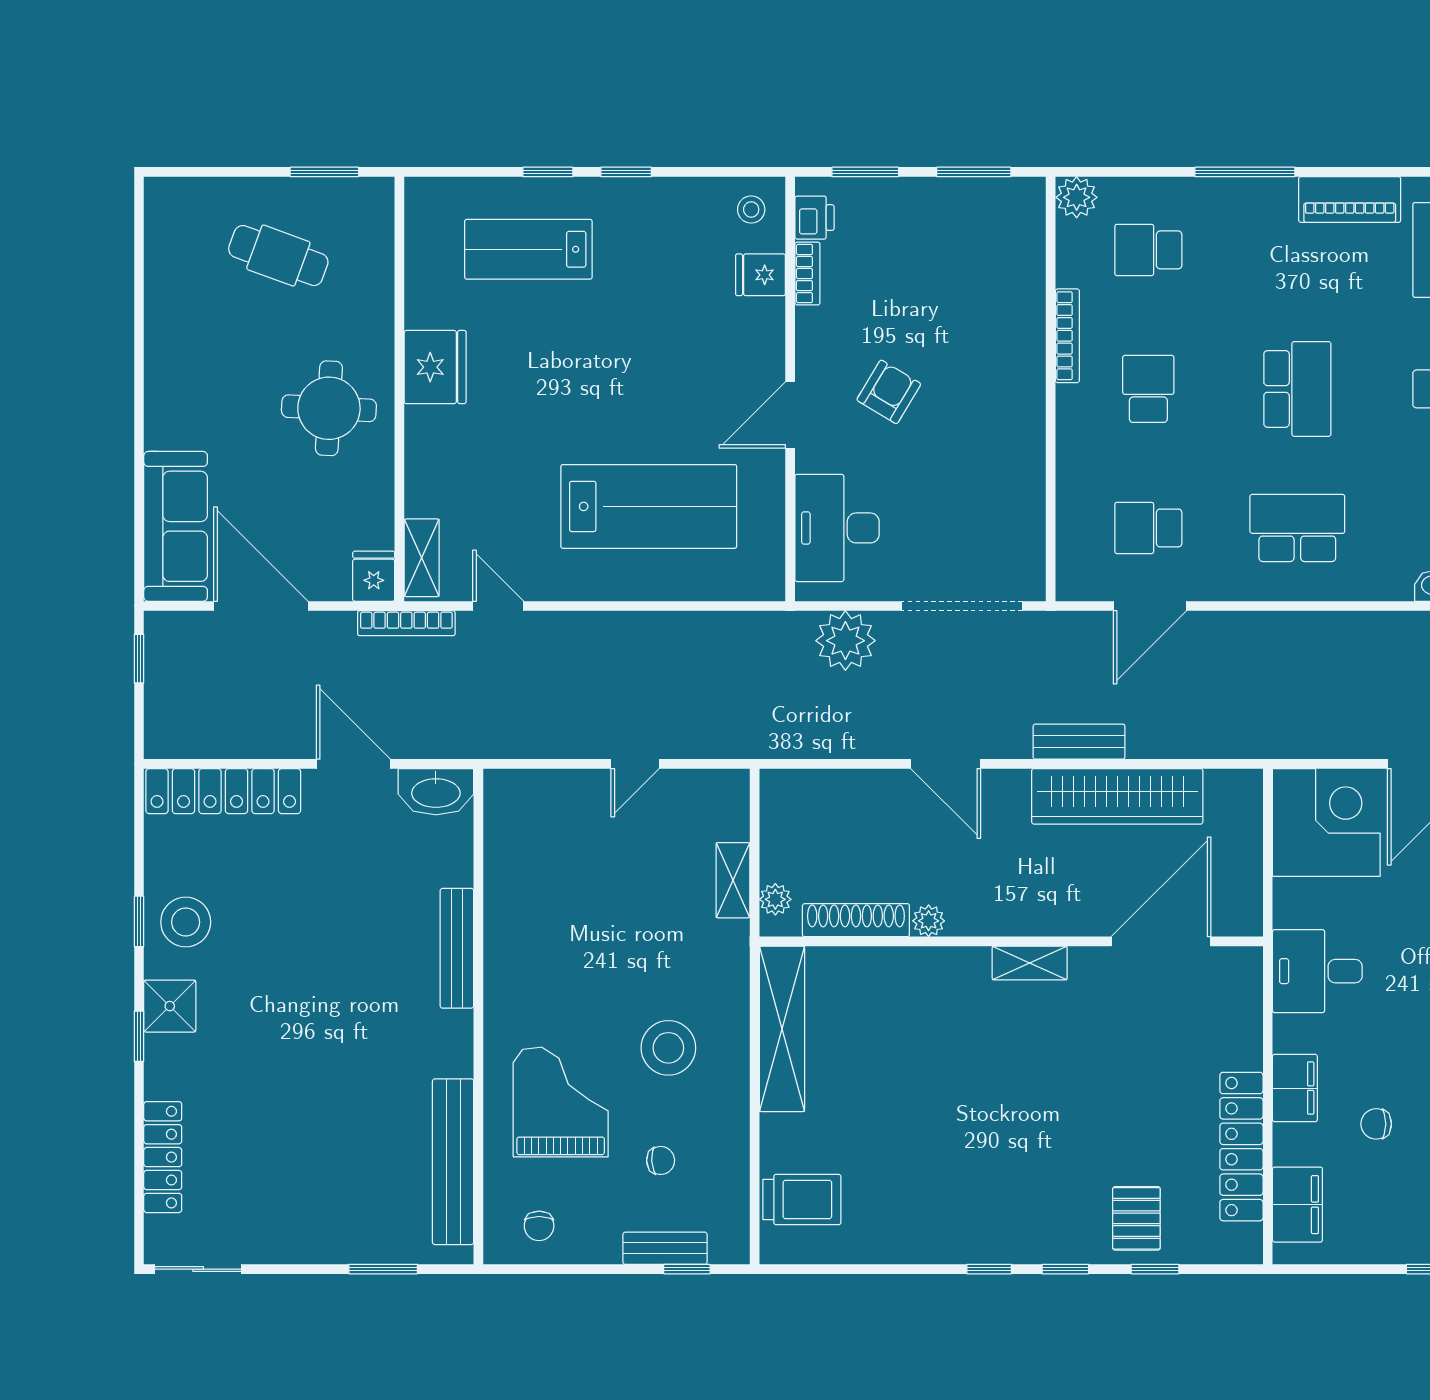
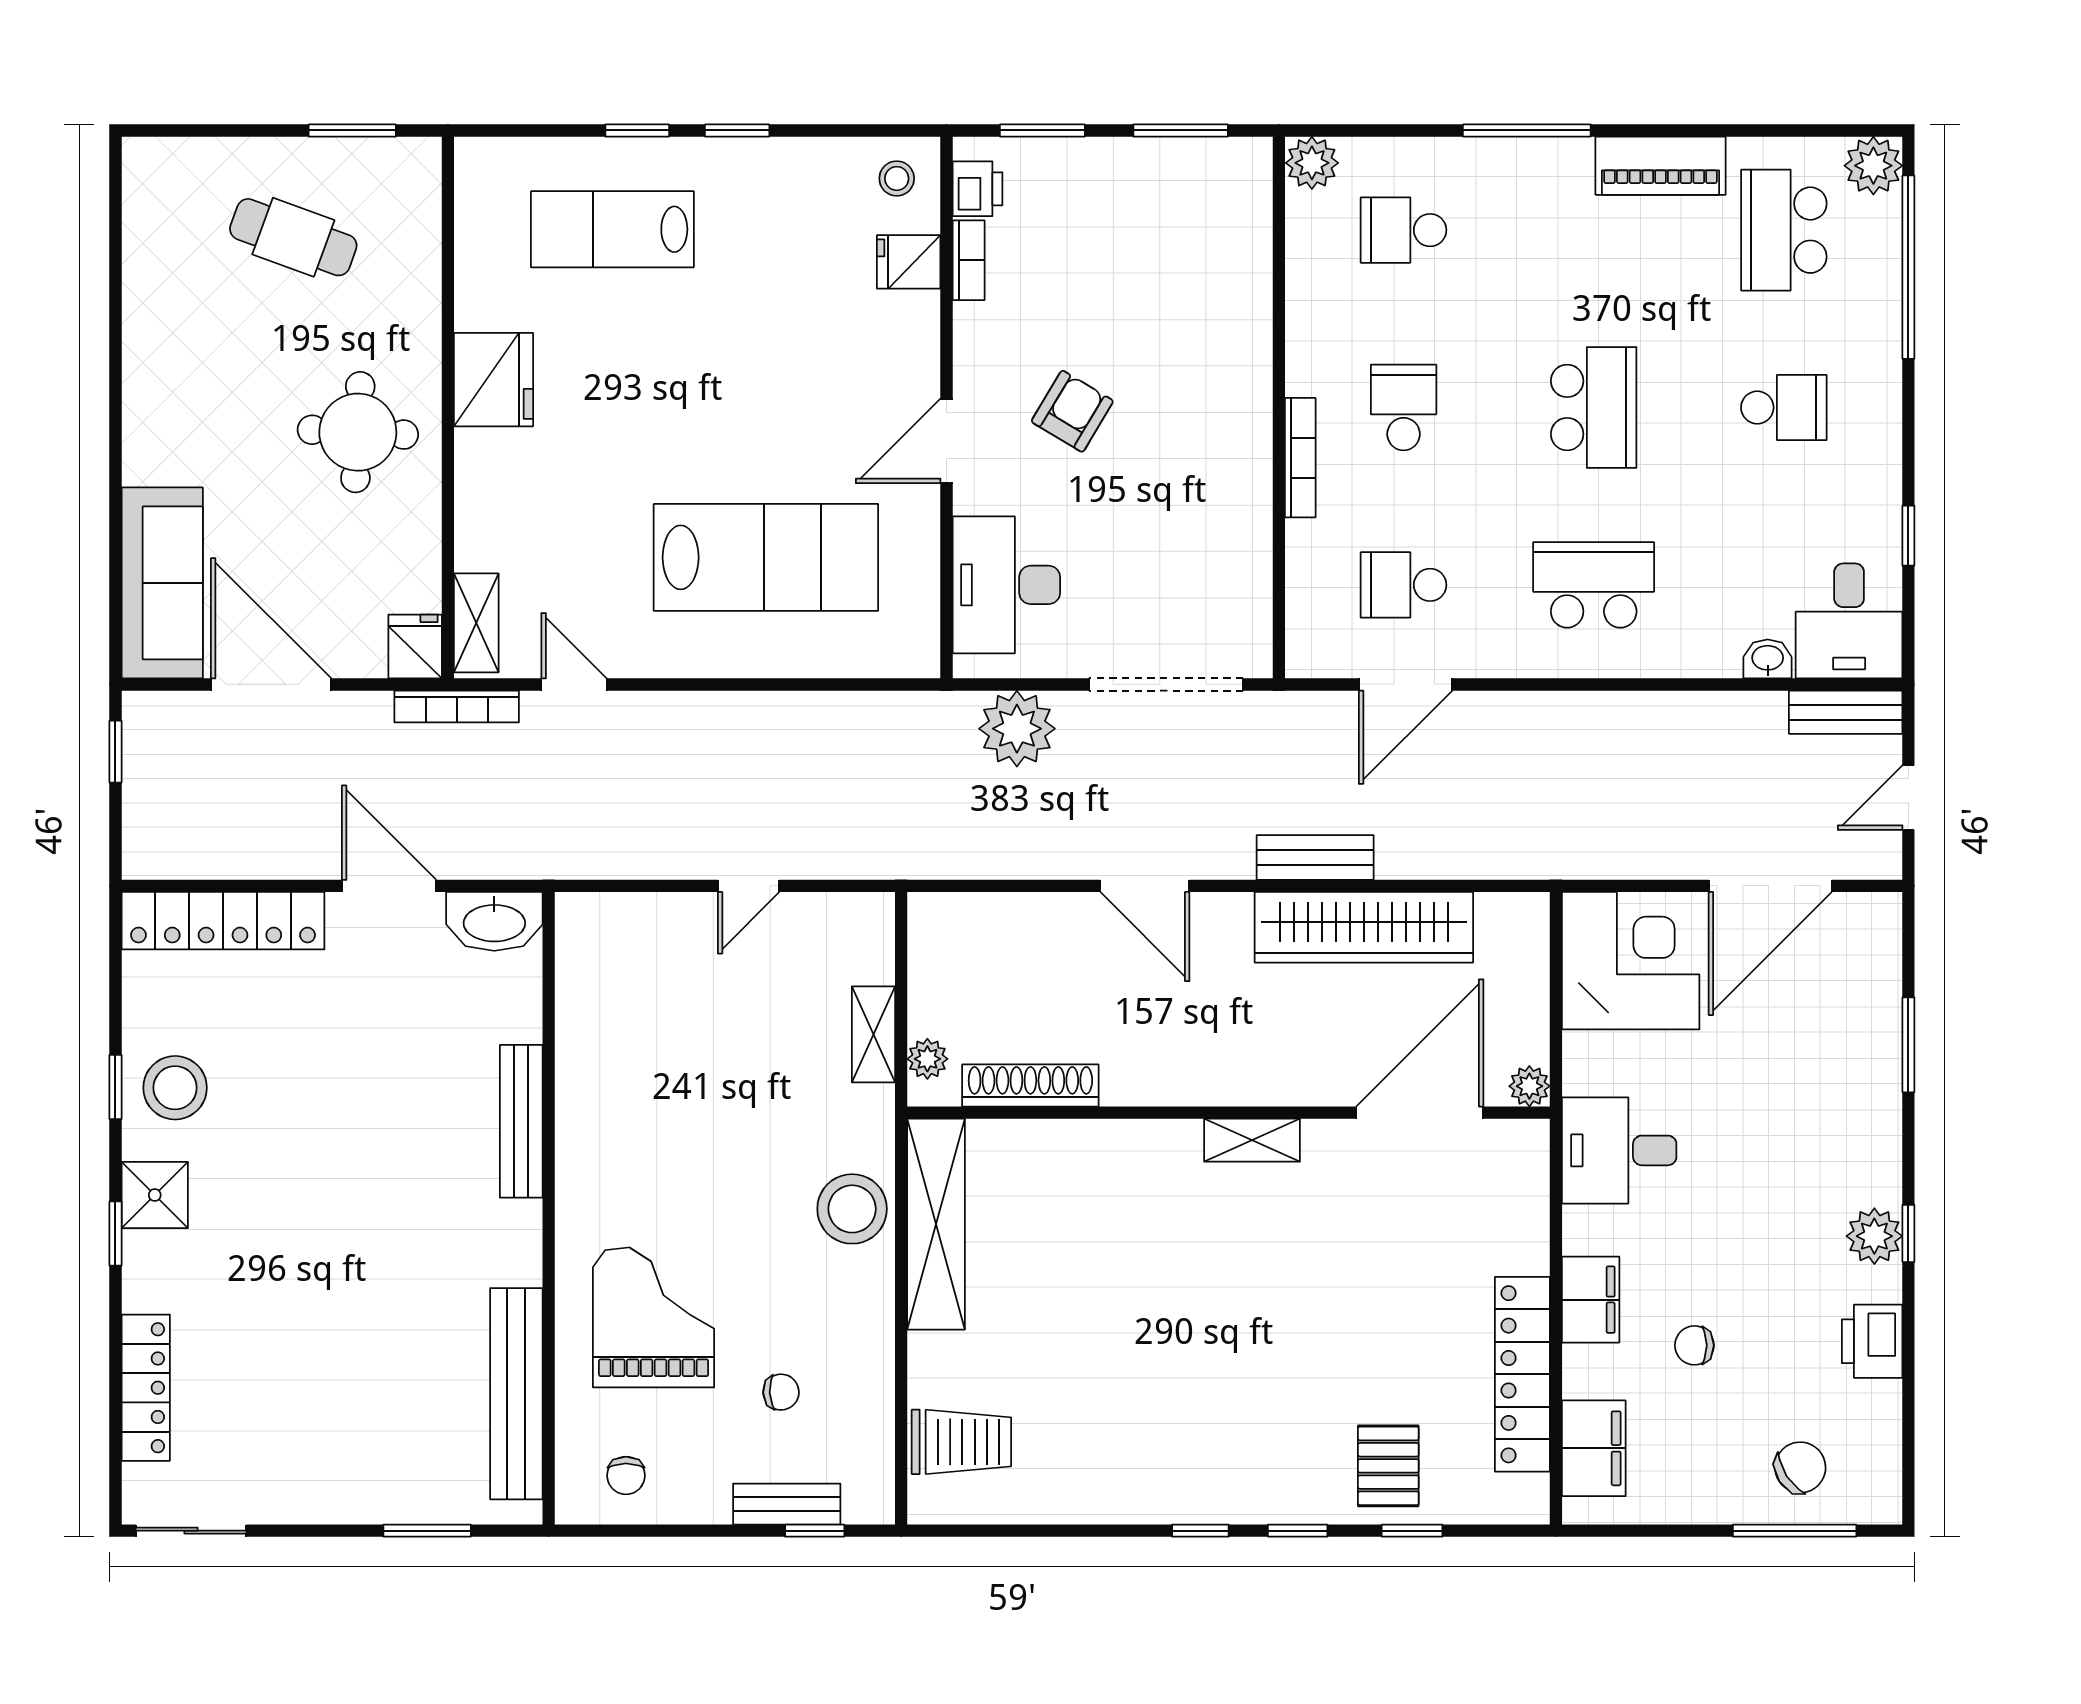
bookcase: (1067, 336) -> (1300, 458), moved
plant: (929, 921) -> (1529, 1086), moved
stool: (668, 1048) -> (852, 1209), moved

